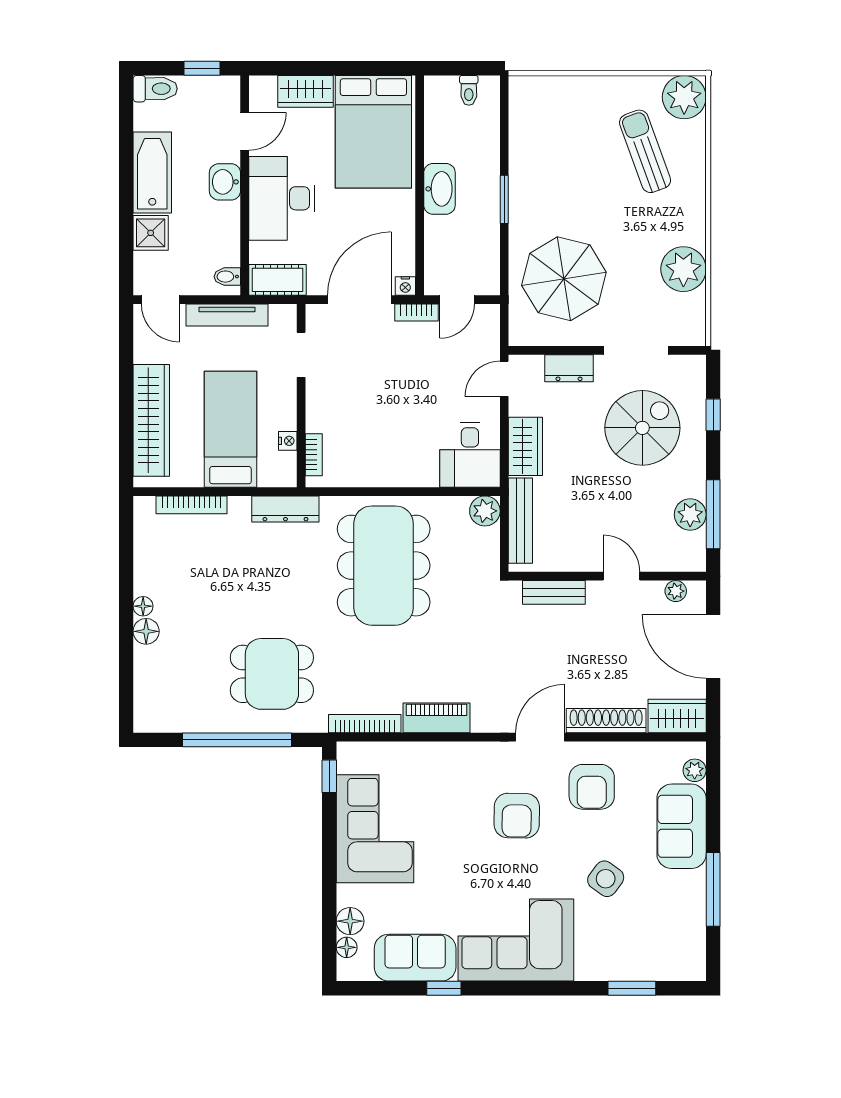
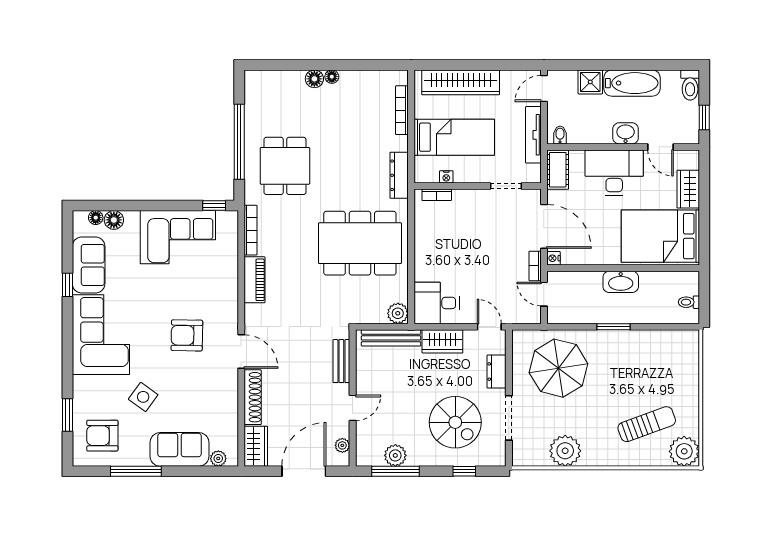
armchair: (592, 787) -> (102, 436), moved

